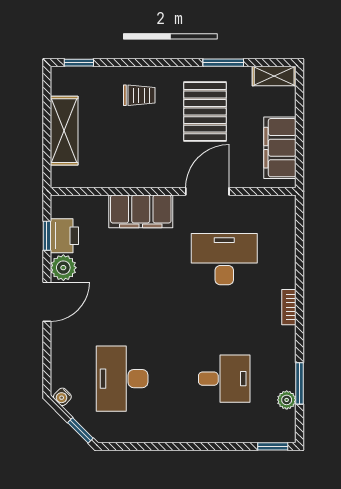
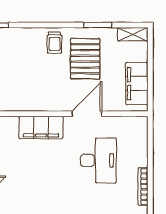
trolley: (139, 95) -> (55, 43), moved, turned 90
desk: (224, 259) -> (98, 160), turned 90
bookcase: (289, 307) -> (143, 187), width x1.56

